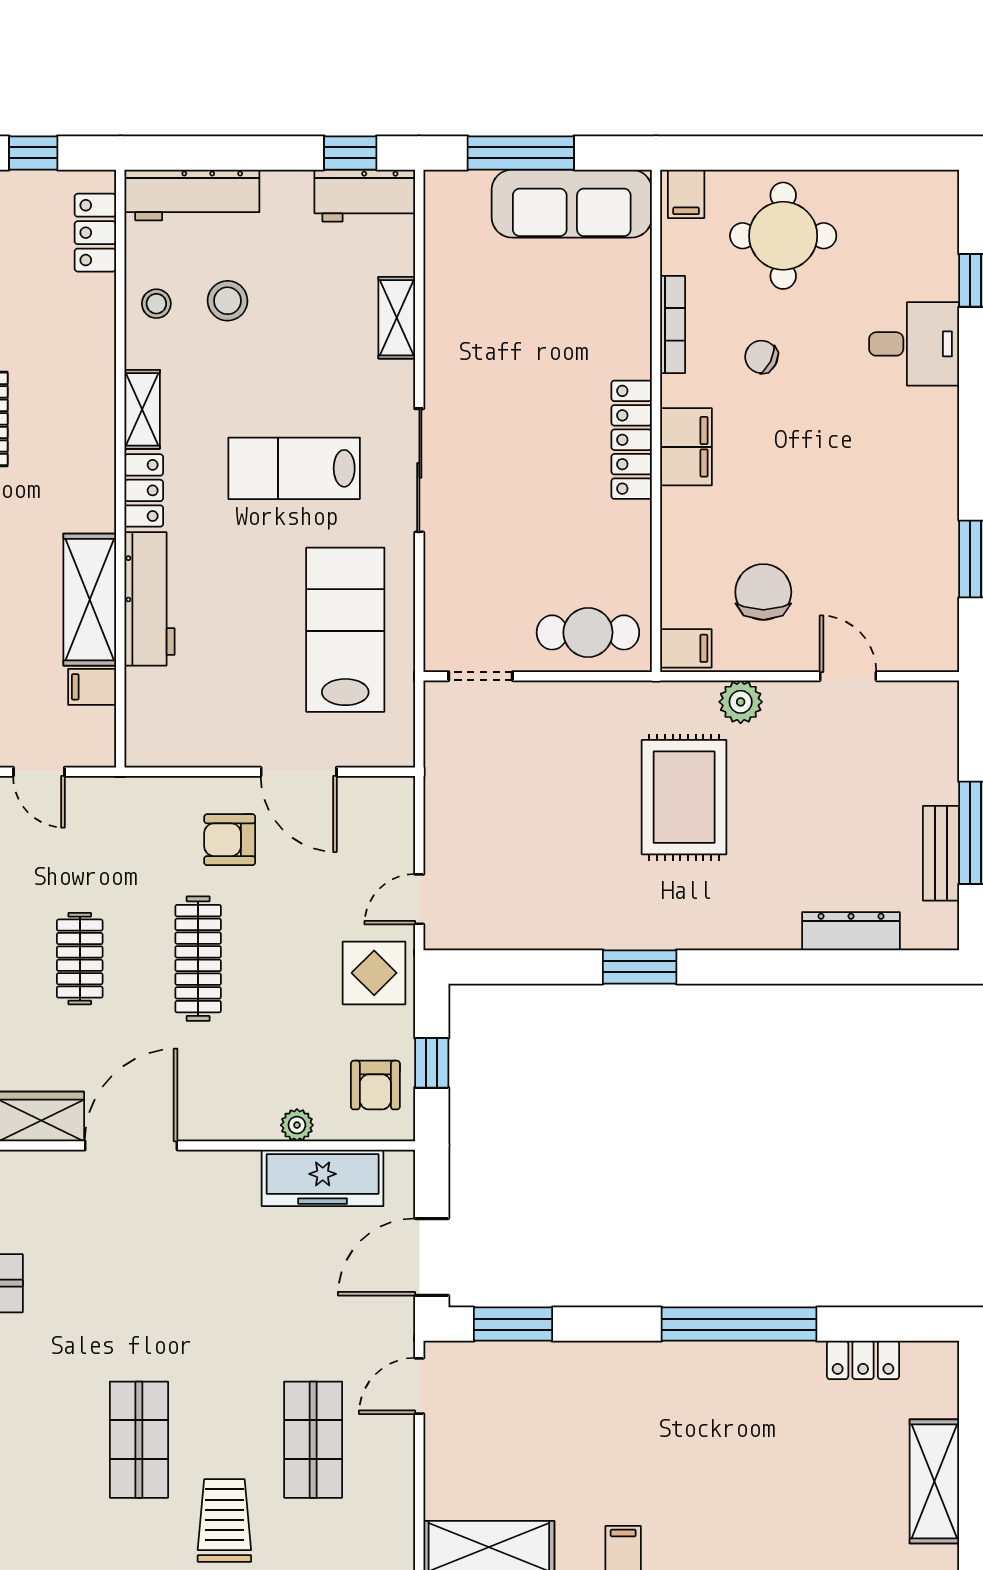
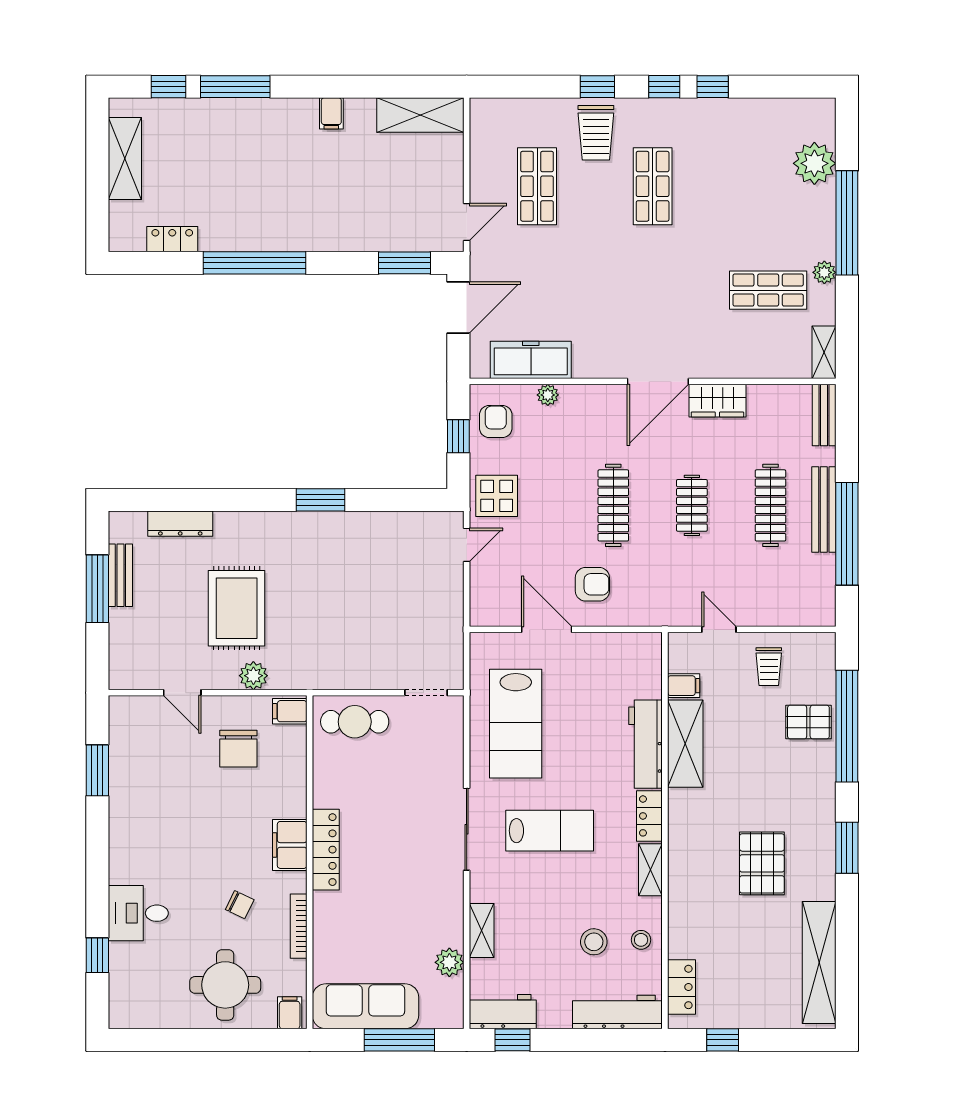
plant: (445, 270) -> (449, 962), added
rug: (684, 797) -> (237, 608), moved

